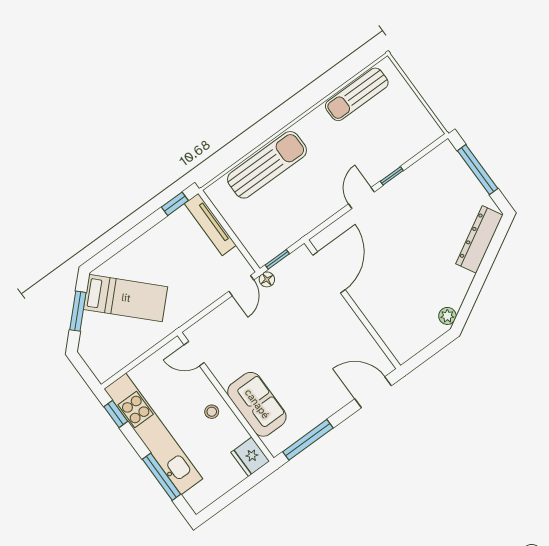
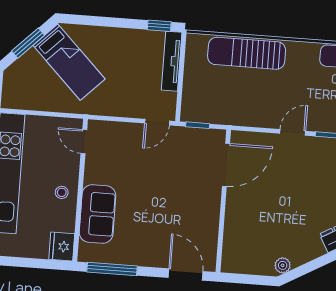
sun lounger: (267, 165) -> (247, 53), turned 180
floor lamp: (267, 279) -> (179, 133), removed

